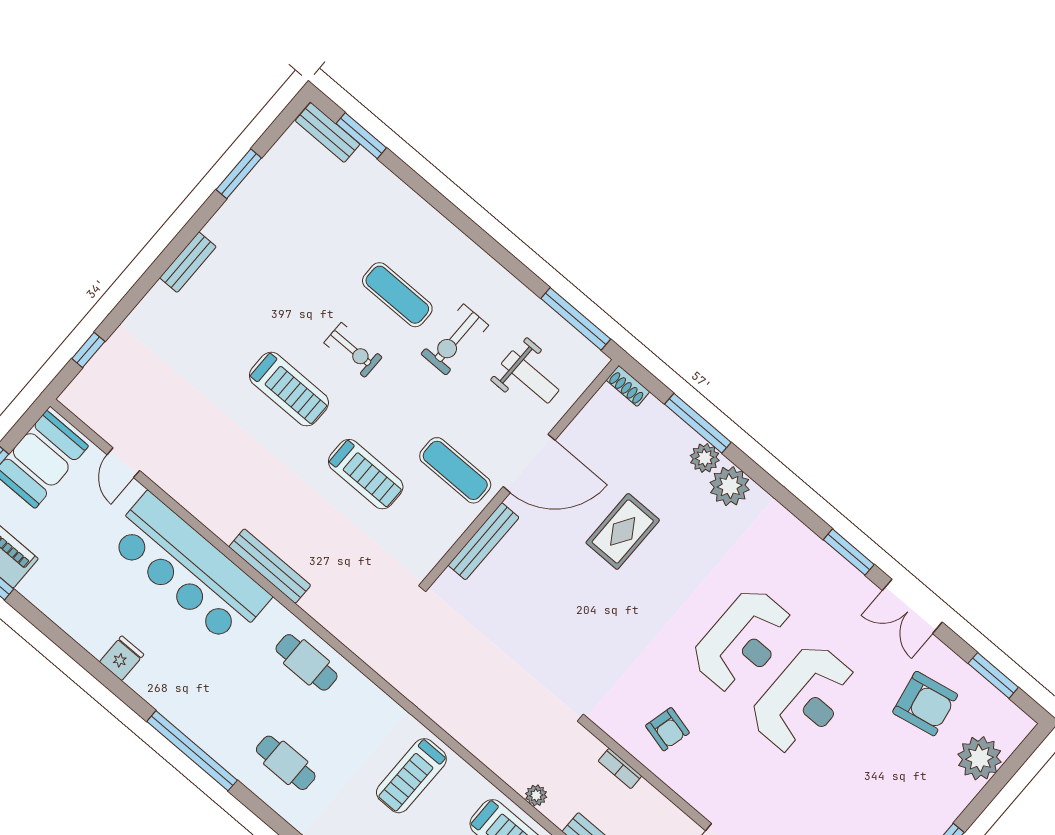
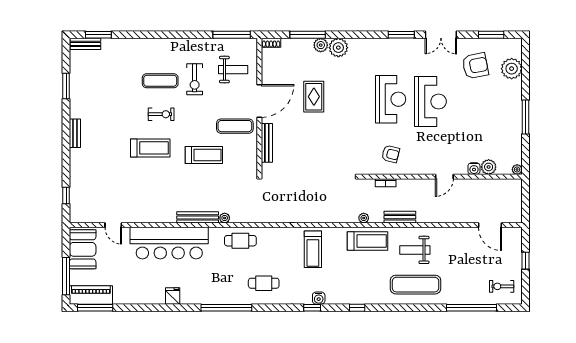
plant: (312, 604) -> (225, 218), added

